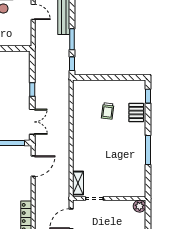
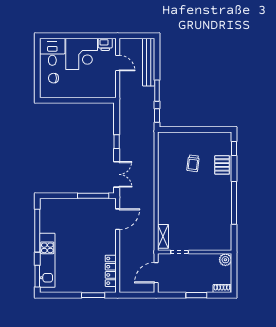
window: (148, 150) -> (234, 203), width x1.46

